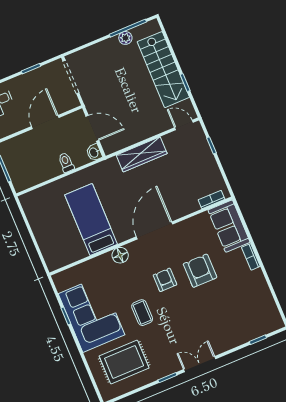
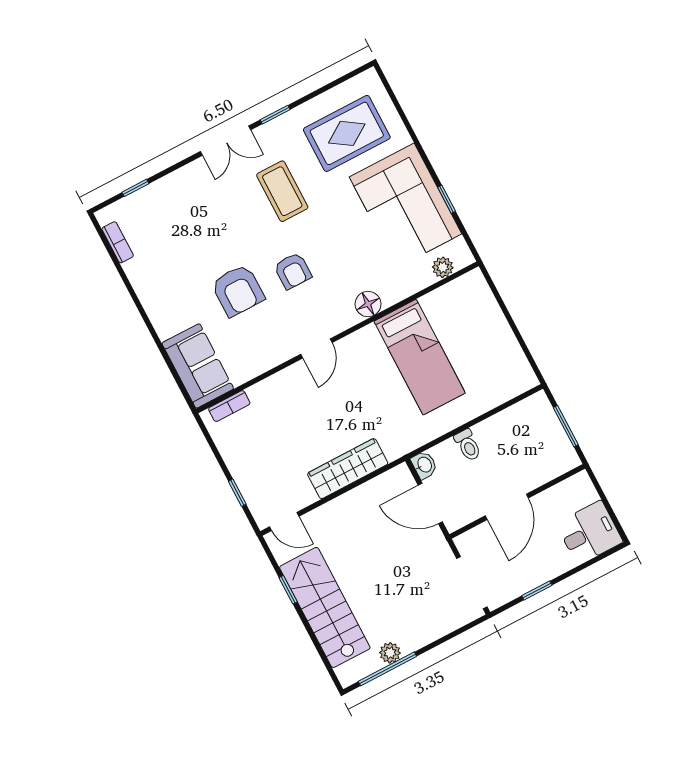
door: (154, 230) -> (316, 348), width x0.53
bookcase: (251, 257) -> (118, 242), moved
plant: (72, 274) -> (443, 267), added
coffee table: (142, 313) -> (282, 191), moved, width x1.36, depth x1.30

